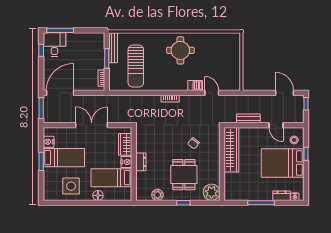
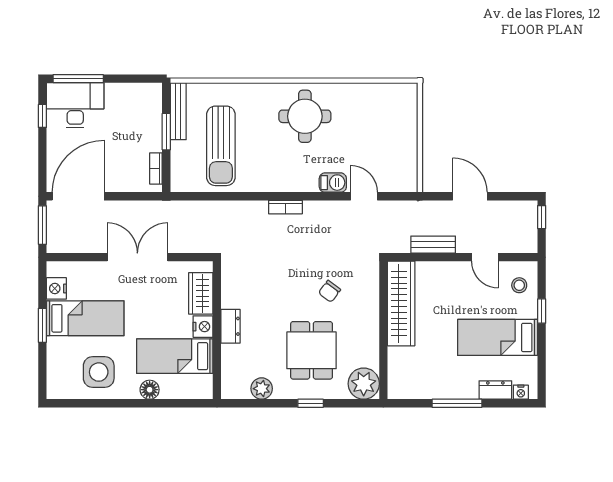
desk: (54, 45) -> (75, 105), width x1.37
door: (285, 93) -> (470, 196), moved
bed: (283, 163) -> (498, 337), width x0.67

